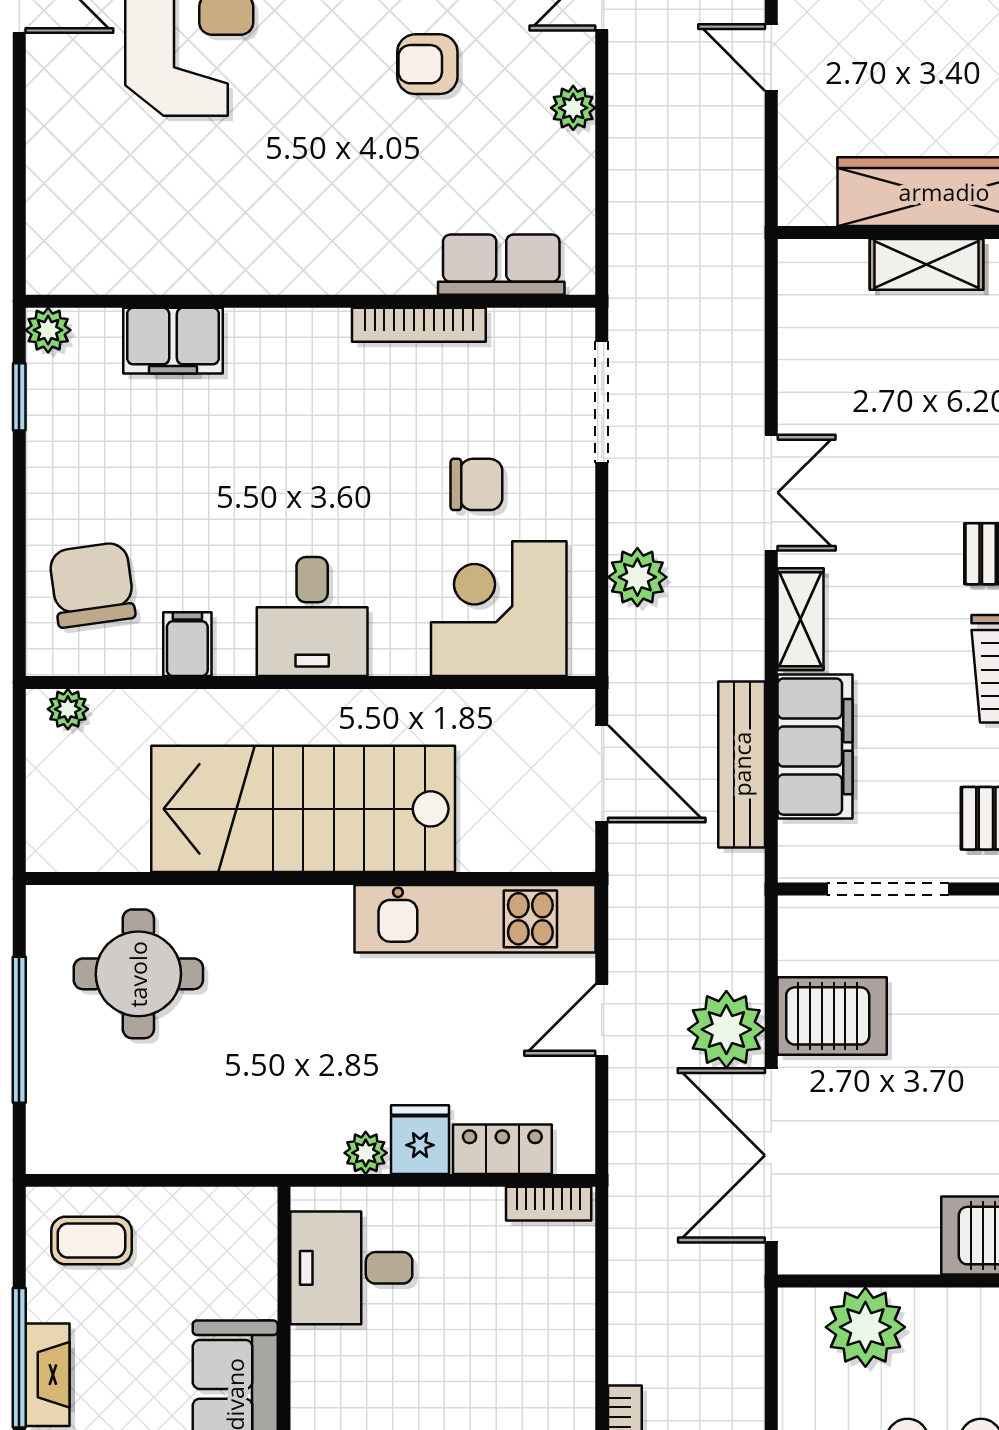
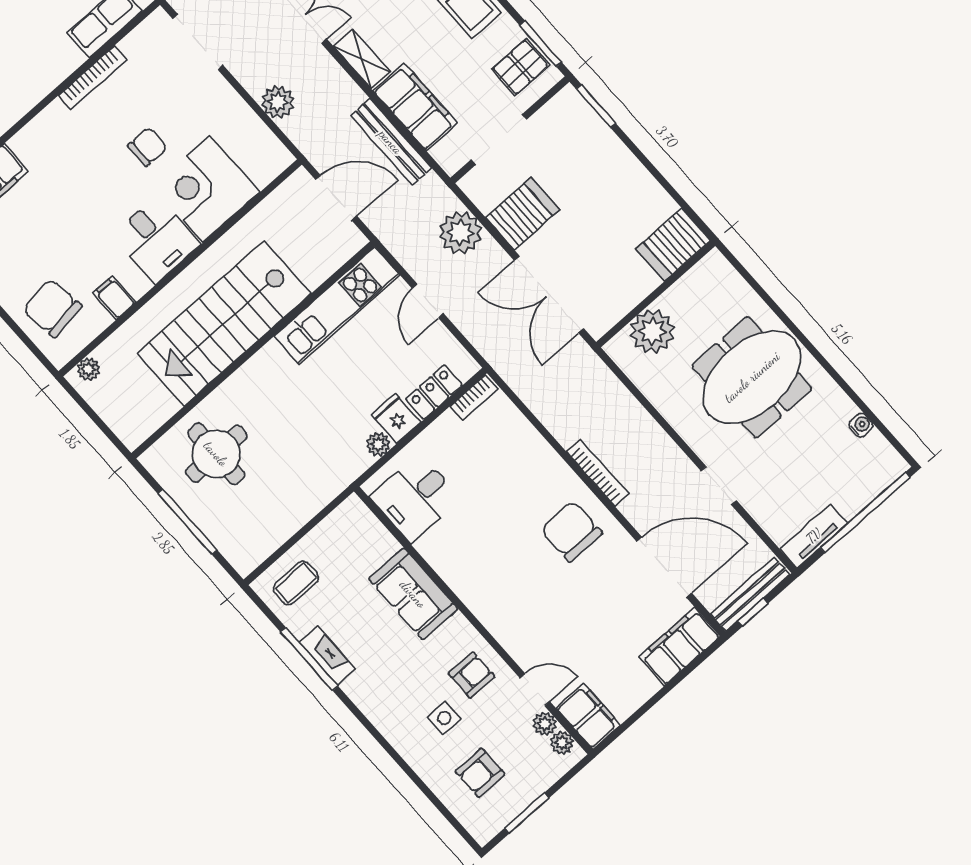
chair: (476, 484) -> (147, 147), moved
corner desk: (499, 609) -> (207, 189), moved
plant: (726, 1029) -> (460, 233), moved

